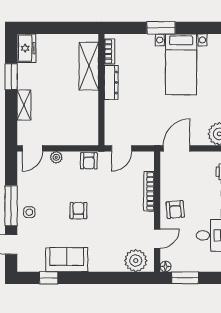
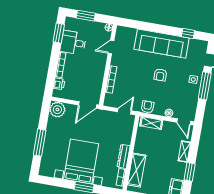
bed with nightstands: (181, 64) -> (81, 161), width x1.36
shelving: (79, 138) -> (151, 123), added
door: (32, 148) -> (184, 122), swing flipped
armchair: (175, 210) -> (96, 64), removed
sofa: (67, 260) -> (162, 44), width x1.85, depth x1.27
plant: (136, 261) -> (128, 35), removed
window: (185, 278) -> (86, 16), moved

